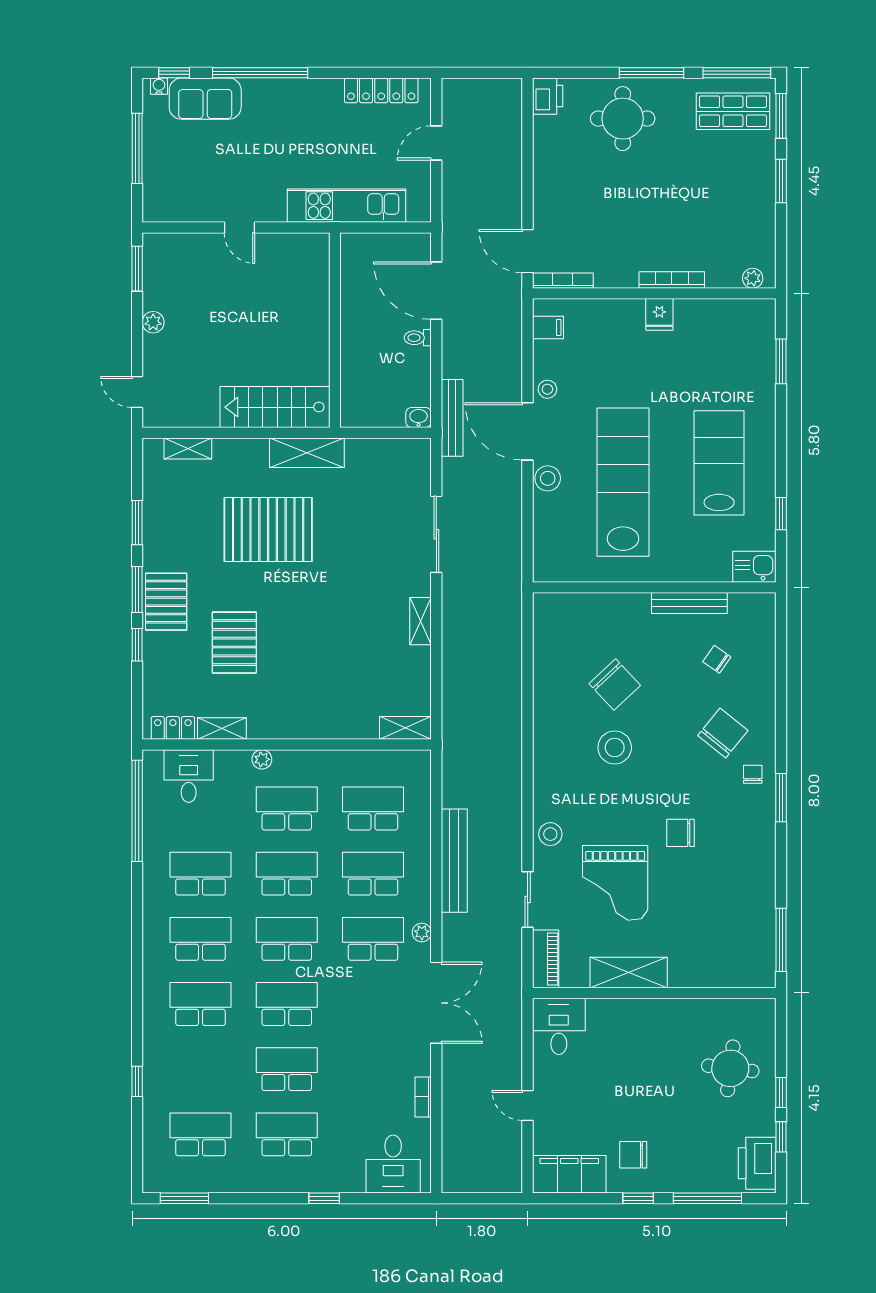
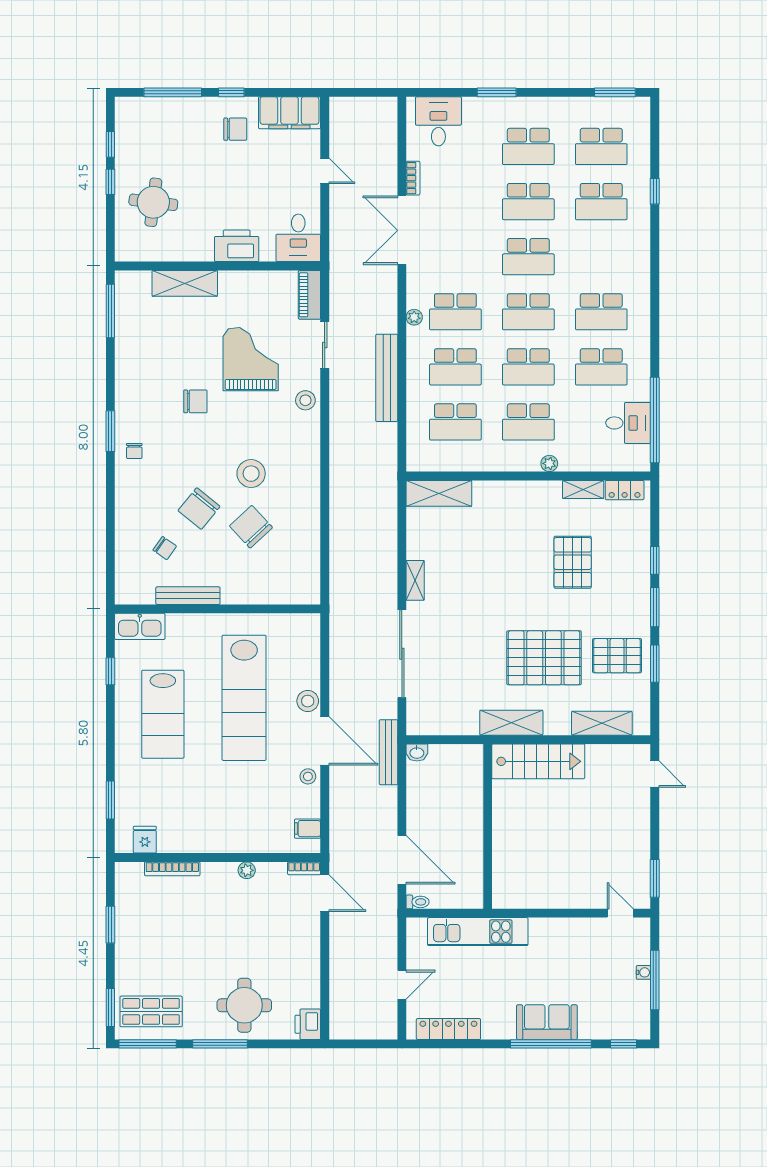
water cooler: (159, 86) -> (643, 972), moved, turned -90
sofa: (205, 99) -> (547, 1022), moved
window: (781, 181) -> (110, 925), moved
door: (240, 227) -> (620, 913), moved
plant: (753, 278) -> (247, 870), moved
bookcase: (672, 280) -> (172, 869), moved
bookcase: (563, 281) -> (304, 868), width x0.64
fridge: (659, 314) -> (145, 840), moved
plant: (153, 322) -> (641, 833), removed
toilet: (418, 338) -> (418, 902), moved
shelving: (188, 449) -> (602, 723), width x1.50, depth x1.33
sliding door: (436, 534) -> (402, 654), width x1.36
kitchen sink: (754, 567) -> (140, 626), width x1.38
pallet: (166, 602) -> (617, 656), moved, turned 90
shelving: (405, 728) -> (439, 493), width x1.50, depth x1.33
chair: (723, 733) -> (199, 509), moved
desk: (189, 776) -> (628, 423), moved, turned -90
shelving: (629, 973) -> (185, 283), moved
double door: (436, 1003) -> (402, 230), moved
school desk: (200, 1004) -> (601, 202), moved
printer: (757, 1163) -> (237, 246), moved, turned -90
window: (324, 1198) -> (497, 92), width x1.50

